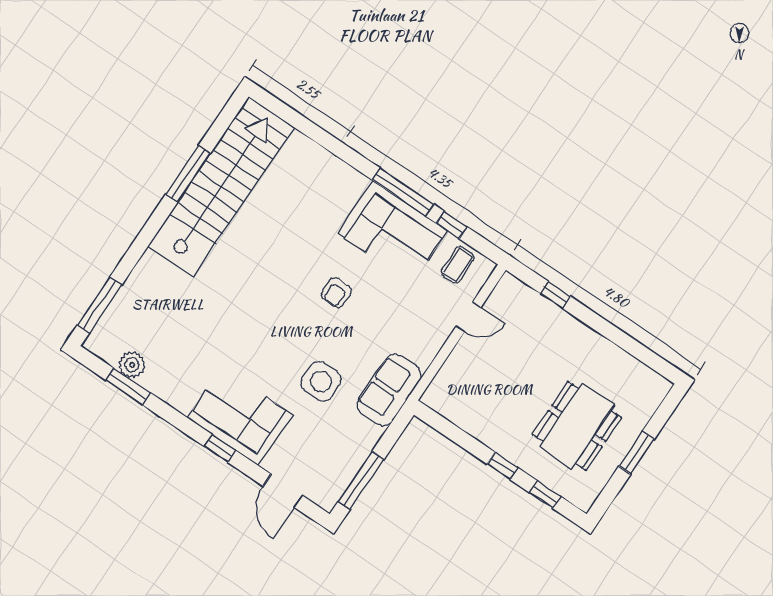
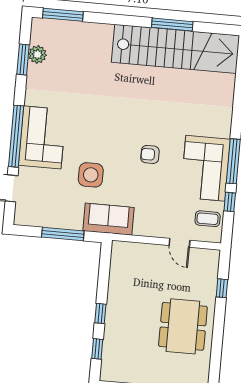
dining table: (577, 426) -> (183, 326), moved, turned 90
window: (220, 449) -> (16, 136), width x3.17
window: (361, 480) -> (63, 234), moved

